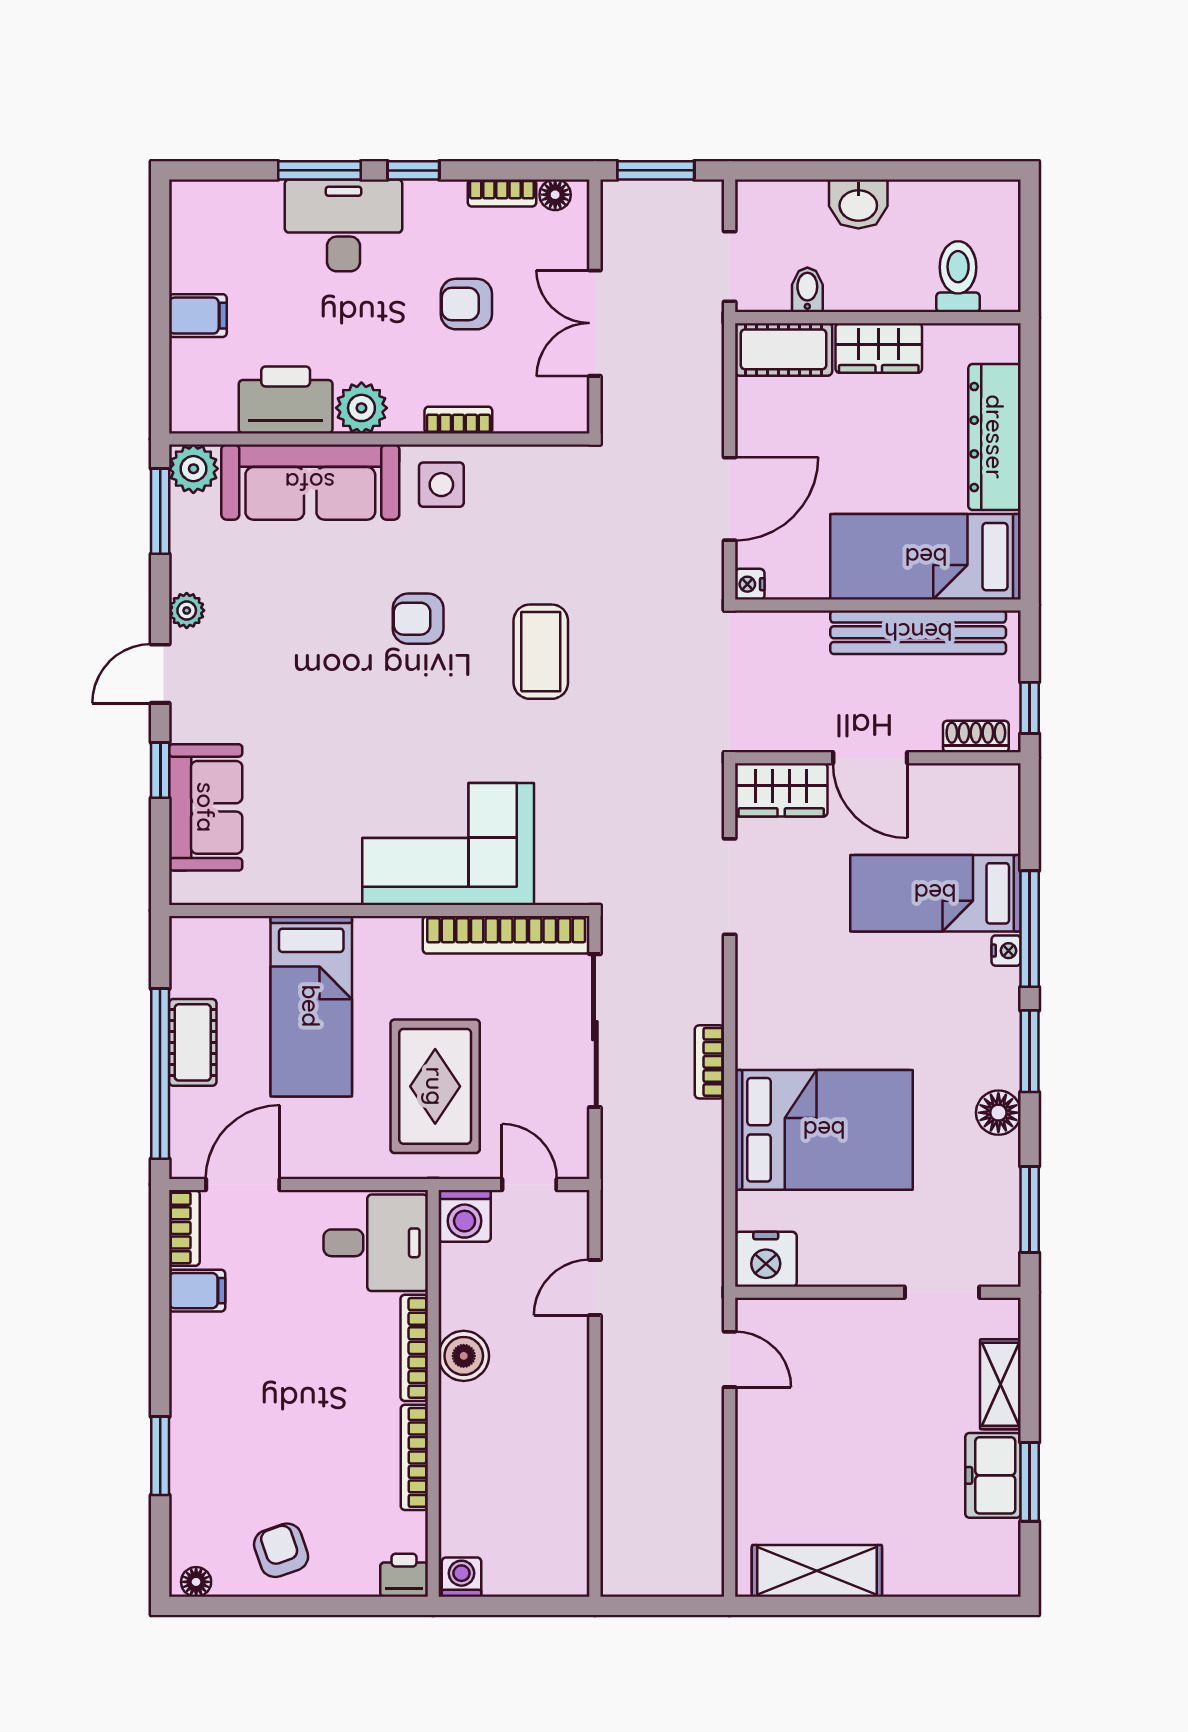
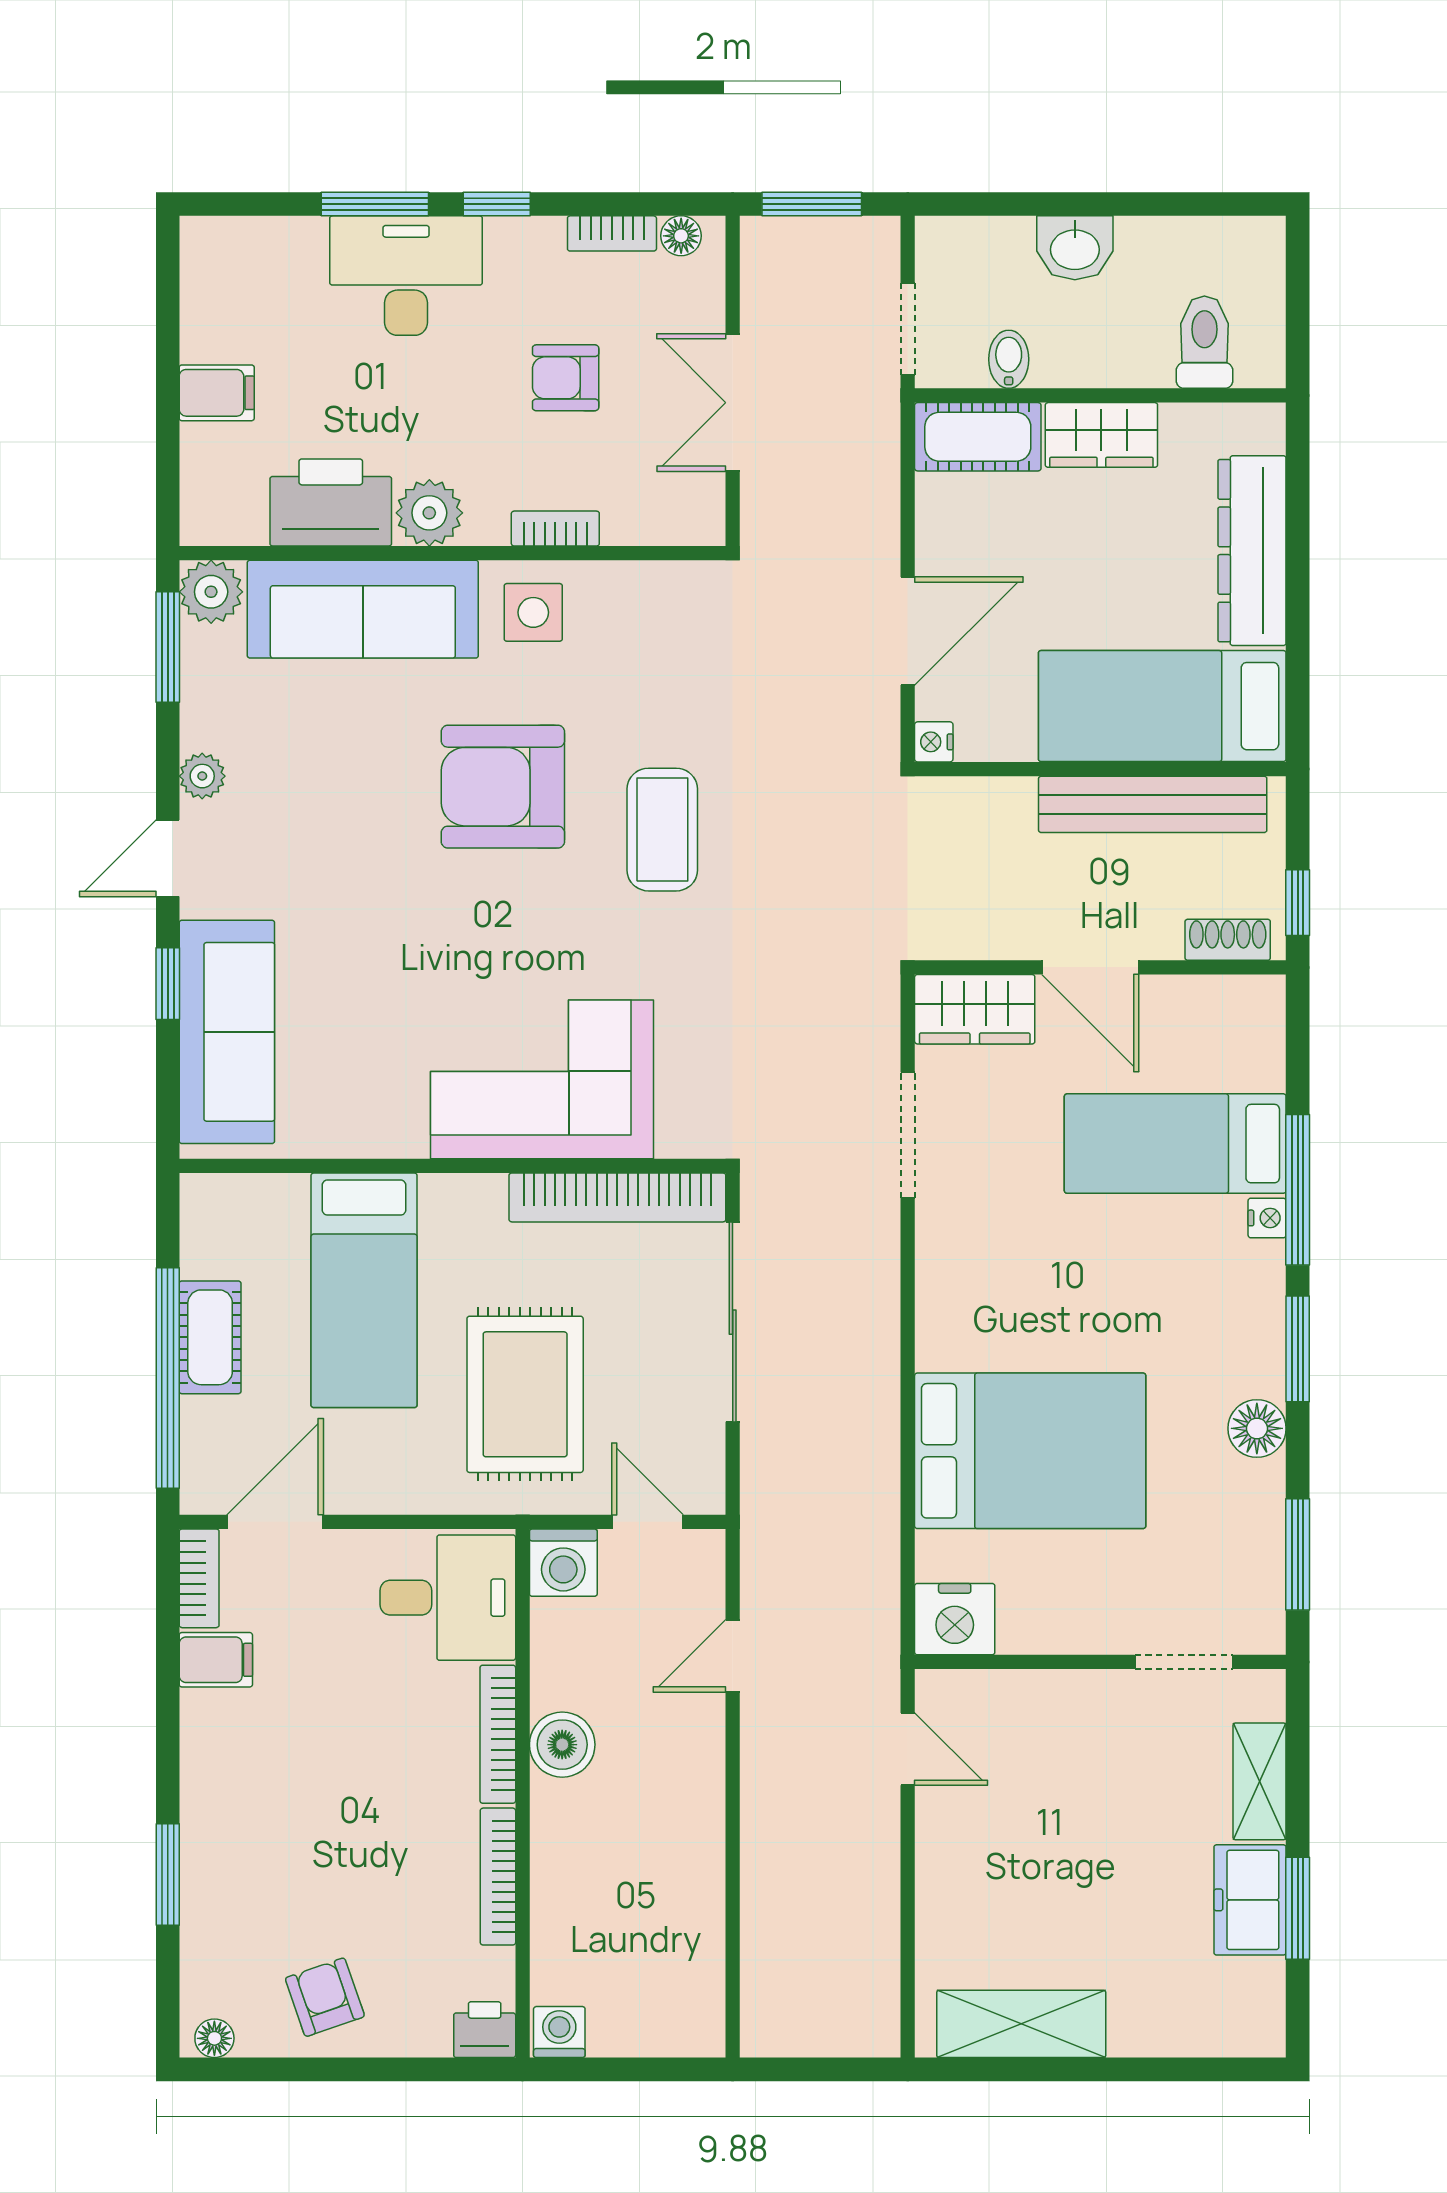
armchair: (418, 619) -> (503, 787), width x1.88, depth x1.88
sofa: (206, 807) -> (227, 1032), width x1.36
bookcase: (710, 1062) -> (882, 1363), removed

